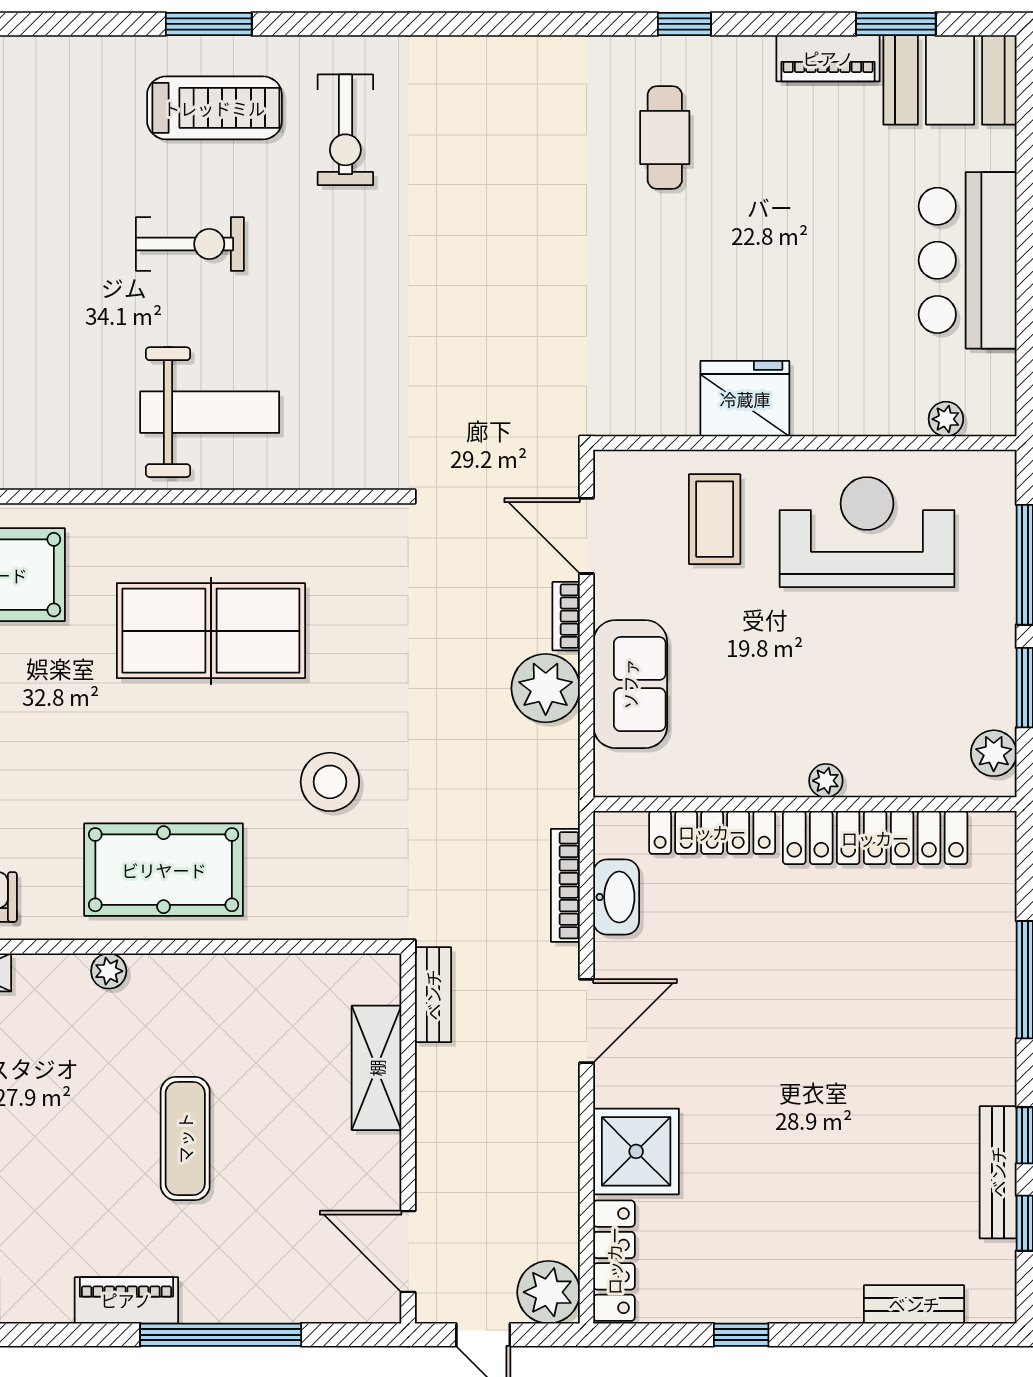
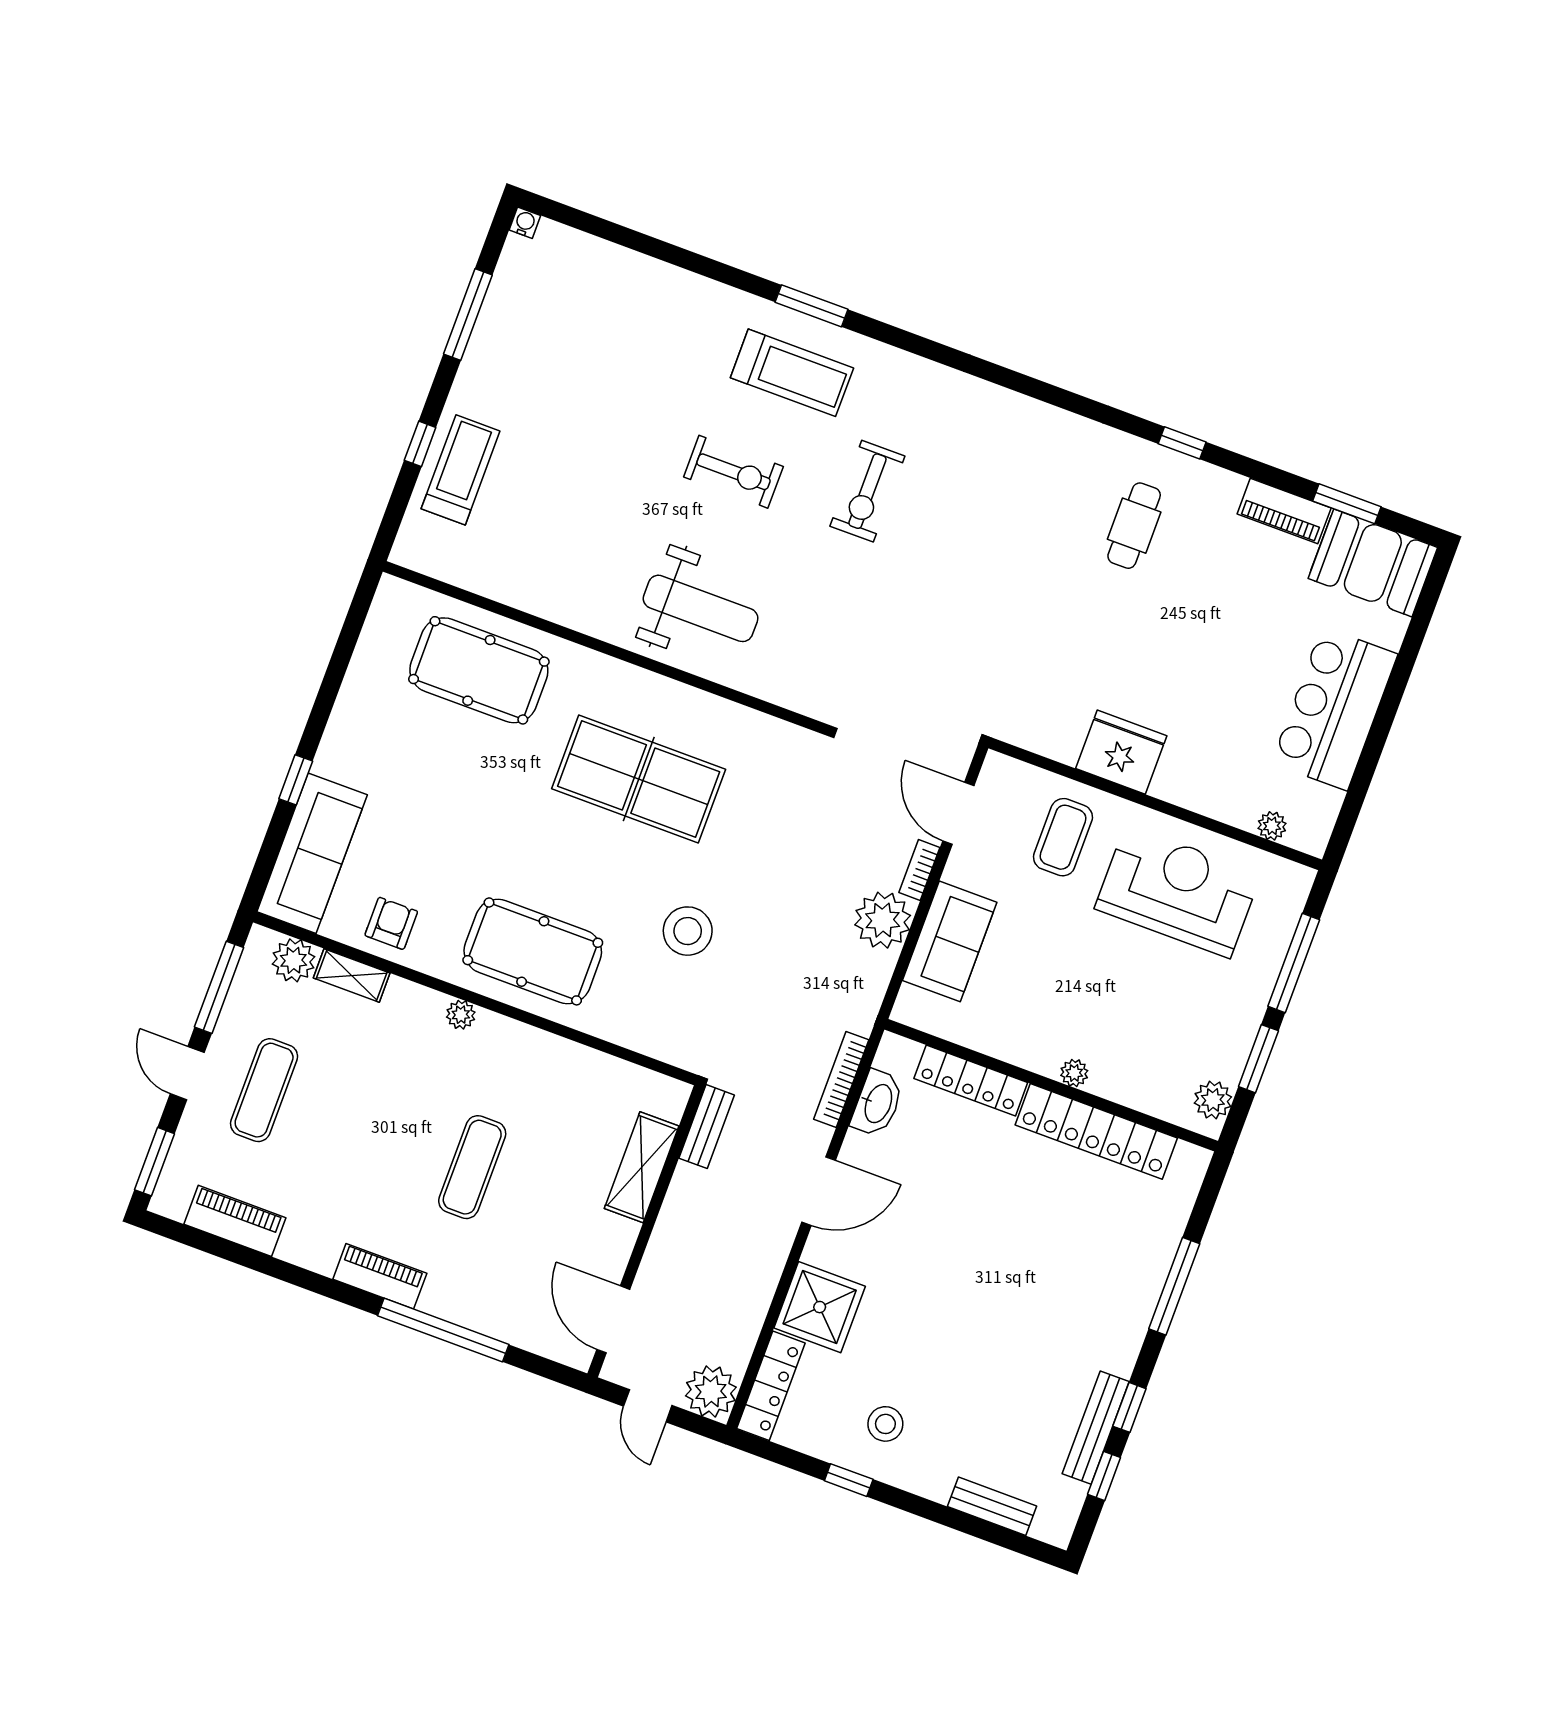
exercise bike: (345, 130) -> (867, 491), moved
stool: (759, 1256) -> (885, 1424), added

